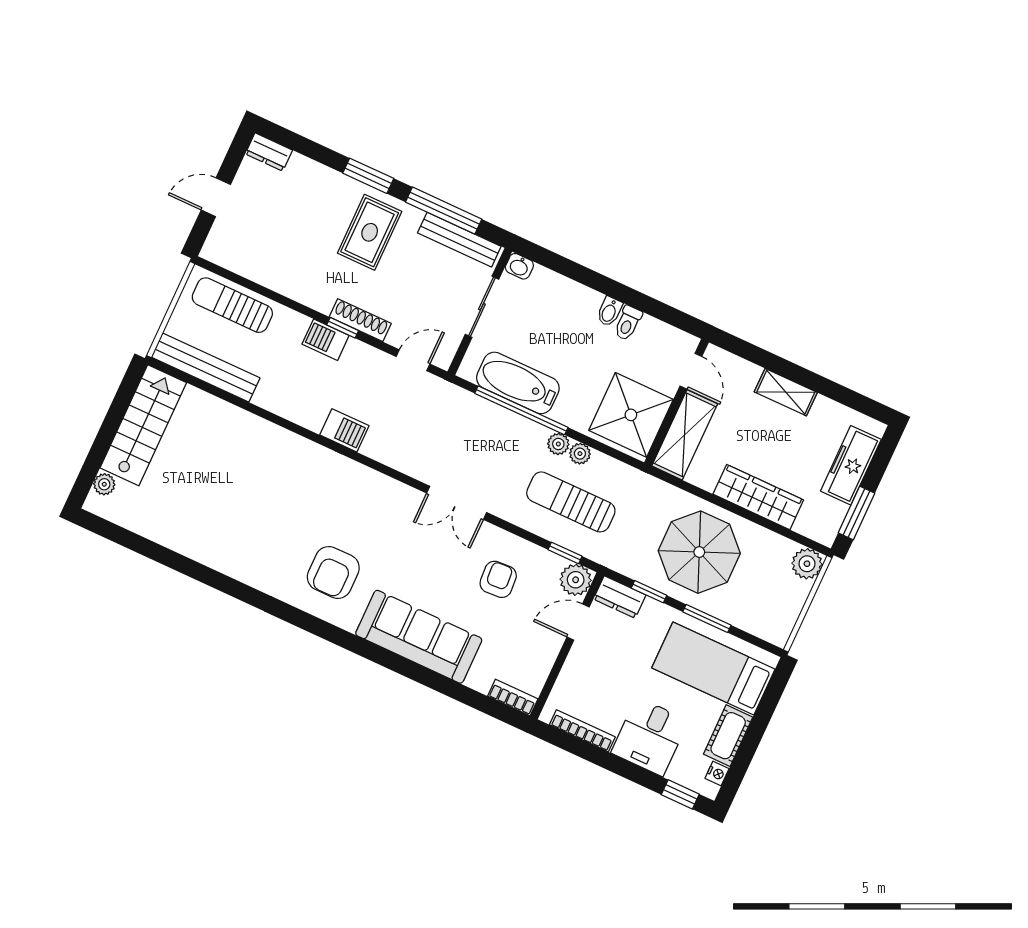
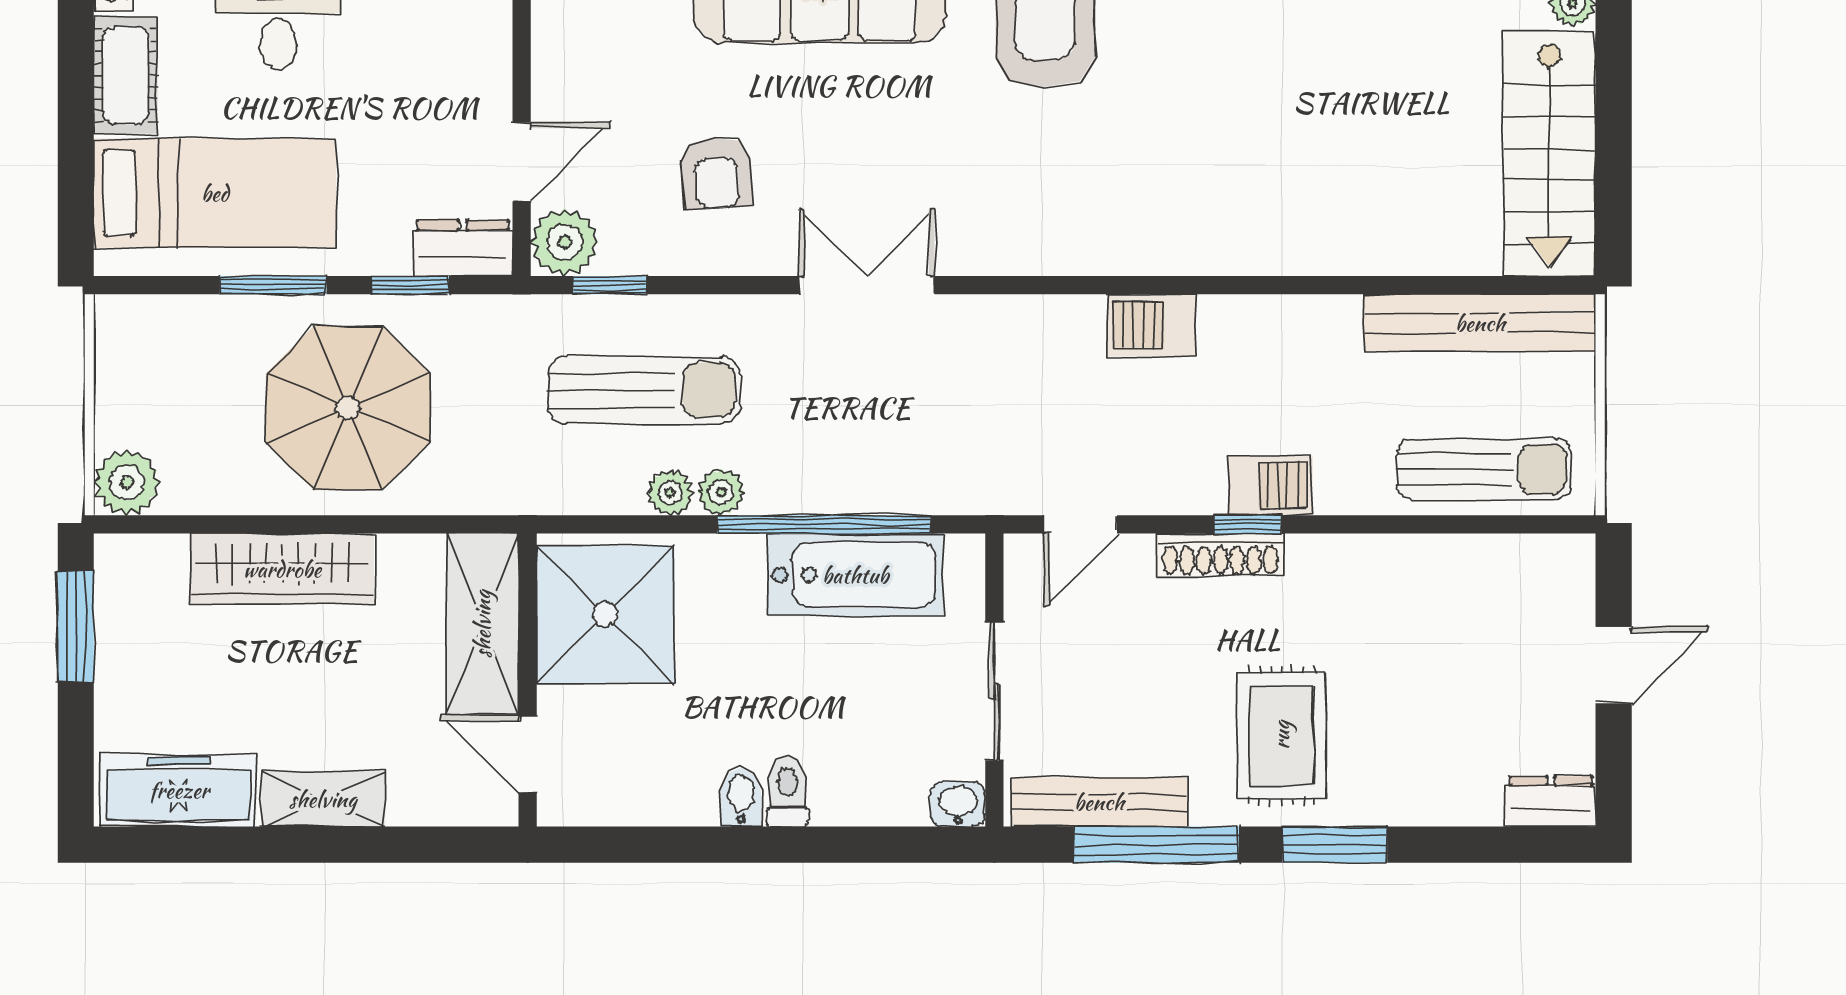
toilet: (628, 323) -> (787, 791), moved
freezer: (851, 465) -> (179, 790), moved, turned -90

